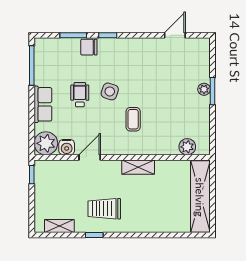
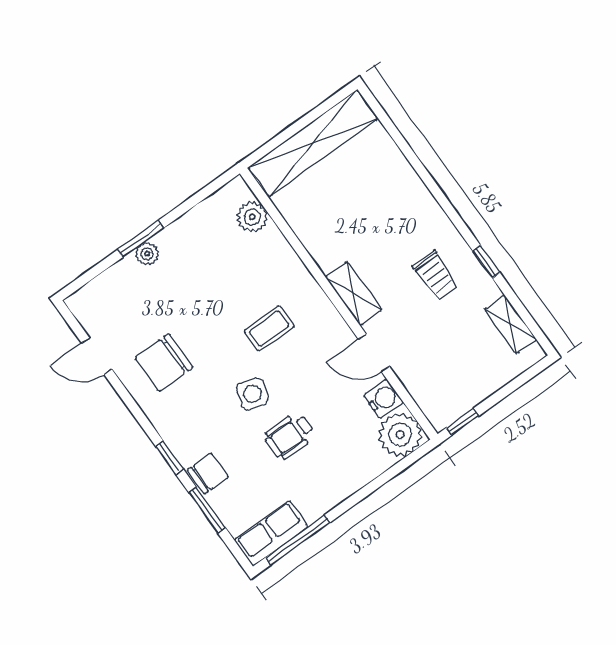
chair: (89, 47) -> (208, 473), turned -90
chair: (151, 63) -> (164, 363), added
row of seats: (43, 104) -> (271, 533), moved
shelving: (138, 167) -> (354, 294), moved
trolley: (104, 209) -> (436, 275), width x0.73, depth x0.72

